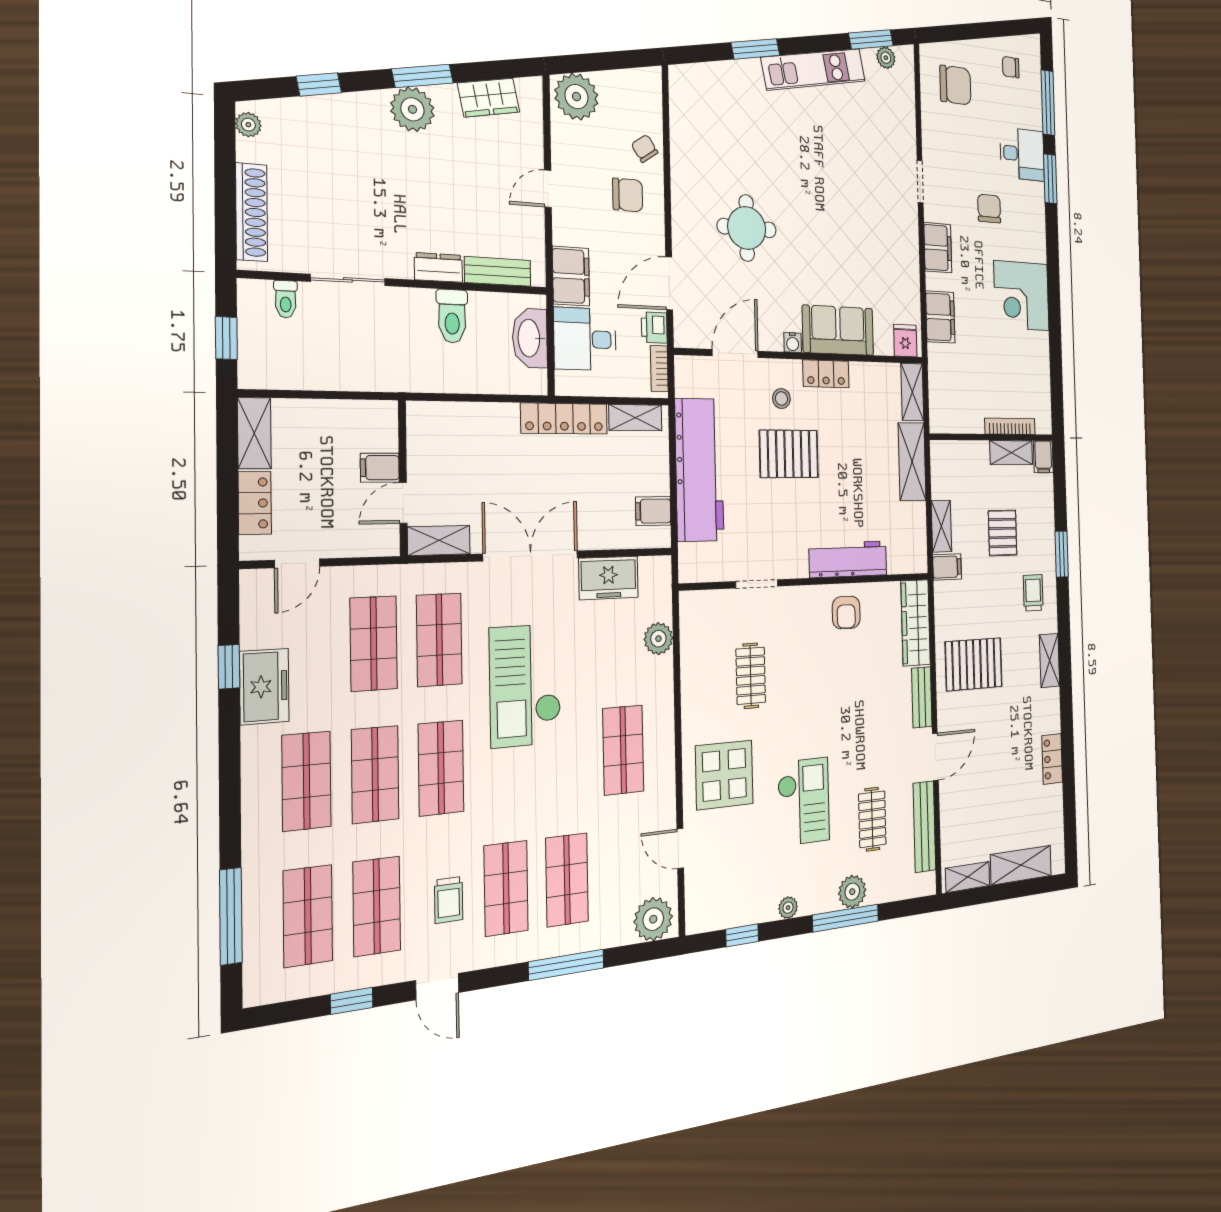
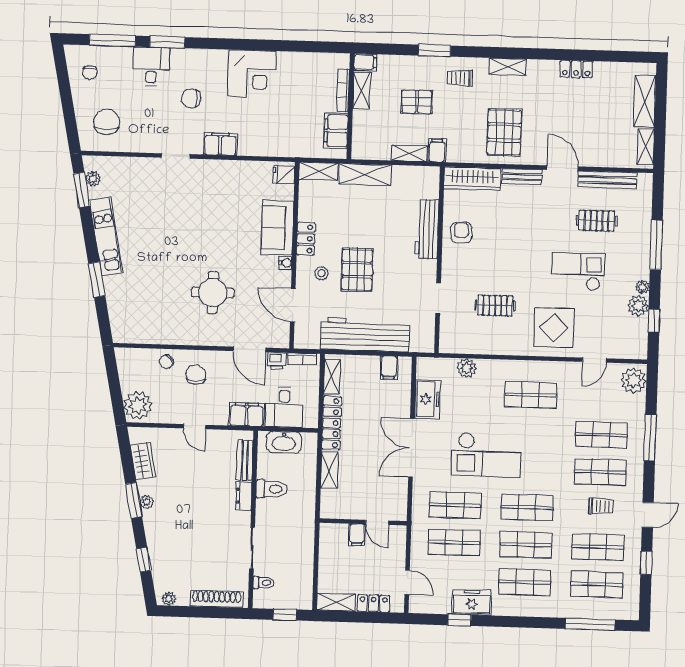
plant: (412, 109) -> (147, 502), width x0.53, depth x0.53
filing cabinet: (940, 317) -> (336, 131), moved, turned -90
shelving: (439, 540) -> (329, 470), moved
armchair: (846, 613) -> (461, 233), turned -90
plant: (852, 892) -> (638, 306), moved

